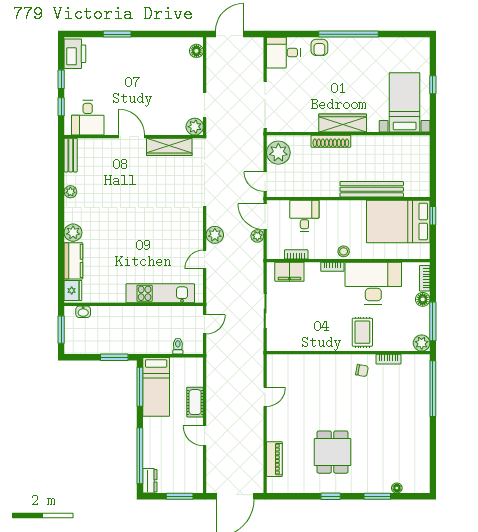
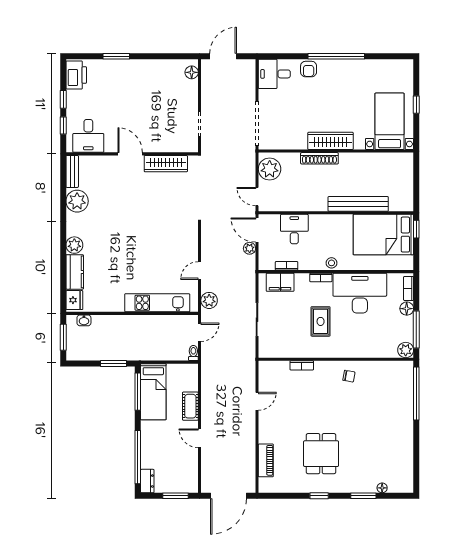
plant: (195, 127) -> (190, 144), removed
plant: (70, 192) -> (77, 201), width x1.88, depth x1.88
plant: (215, 235) -> (209, 300), moved
rug: (362, 332) -> (321, 321), moved
toilet: (178, 346) -> (193, 353), moved
bookcase: (388, 359) -> (302, 365), moved

